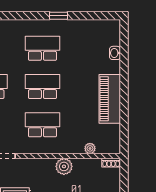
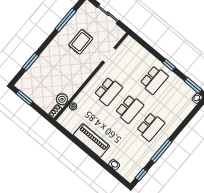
window: (58, 16) -> (161, 151), width x2.17
window: (102, 16) -> (141, 175), added
plant: (64, 166) -> (62, 99), moved

